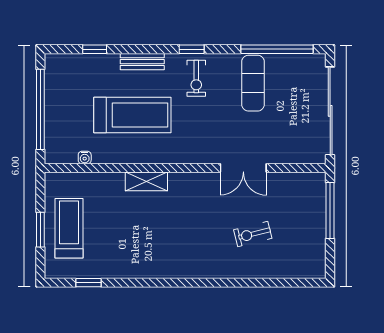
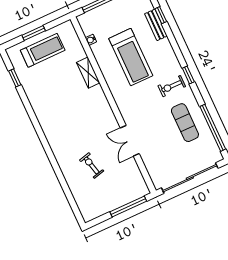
bench: (142, 62) -> (156, 25), moved
exercise mat: (253, 83) -> (185, 123), turned 90
shelving: (146, 181) -> (88, 73), moved

